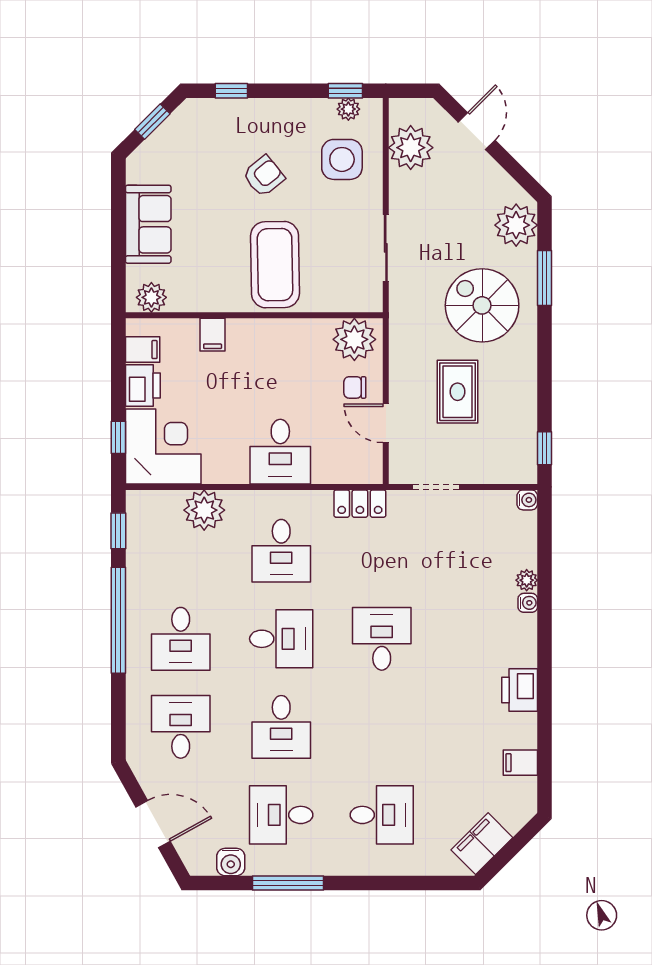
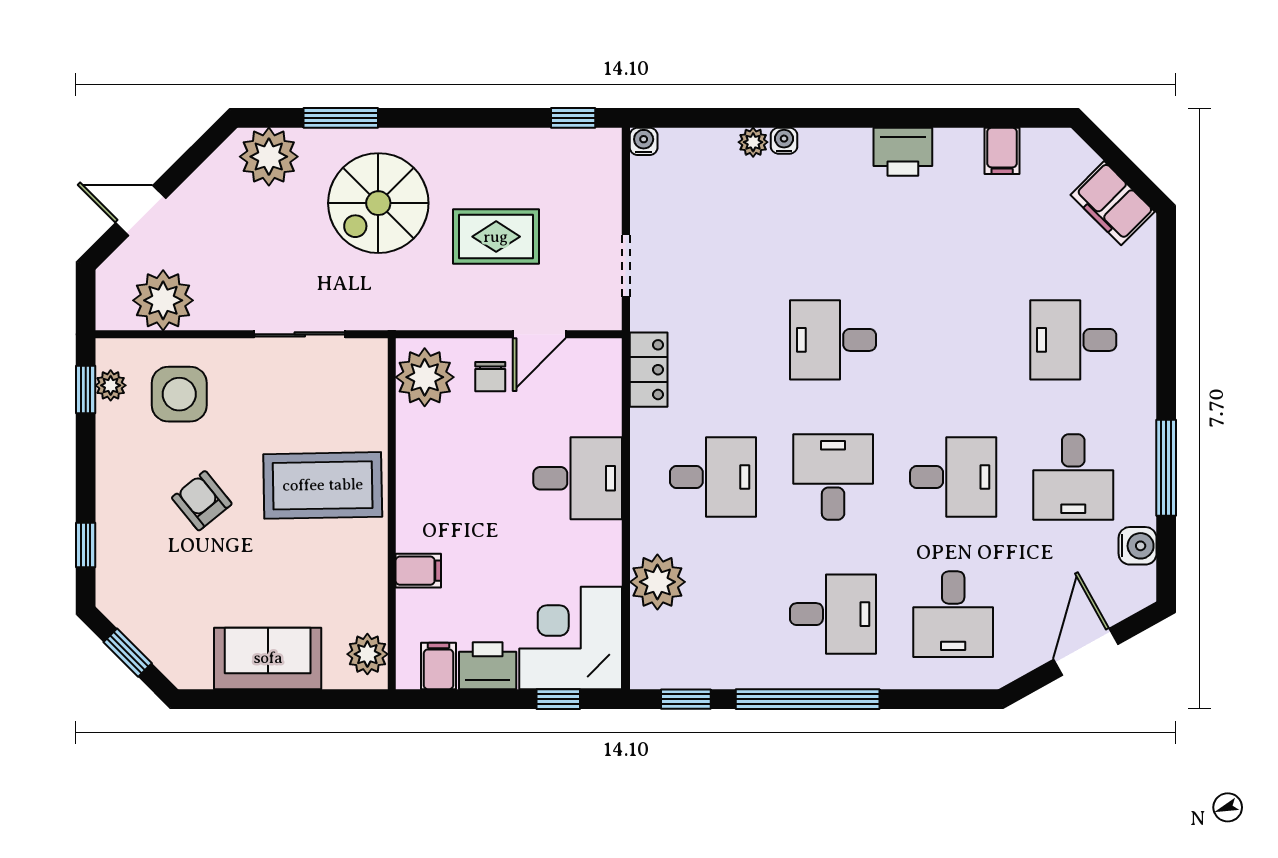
desk: (181, 727) -> (953, 614), turned -90
desk: (382, 815) -> (1073, 340), turned -90

